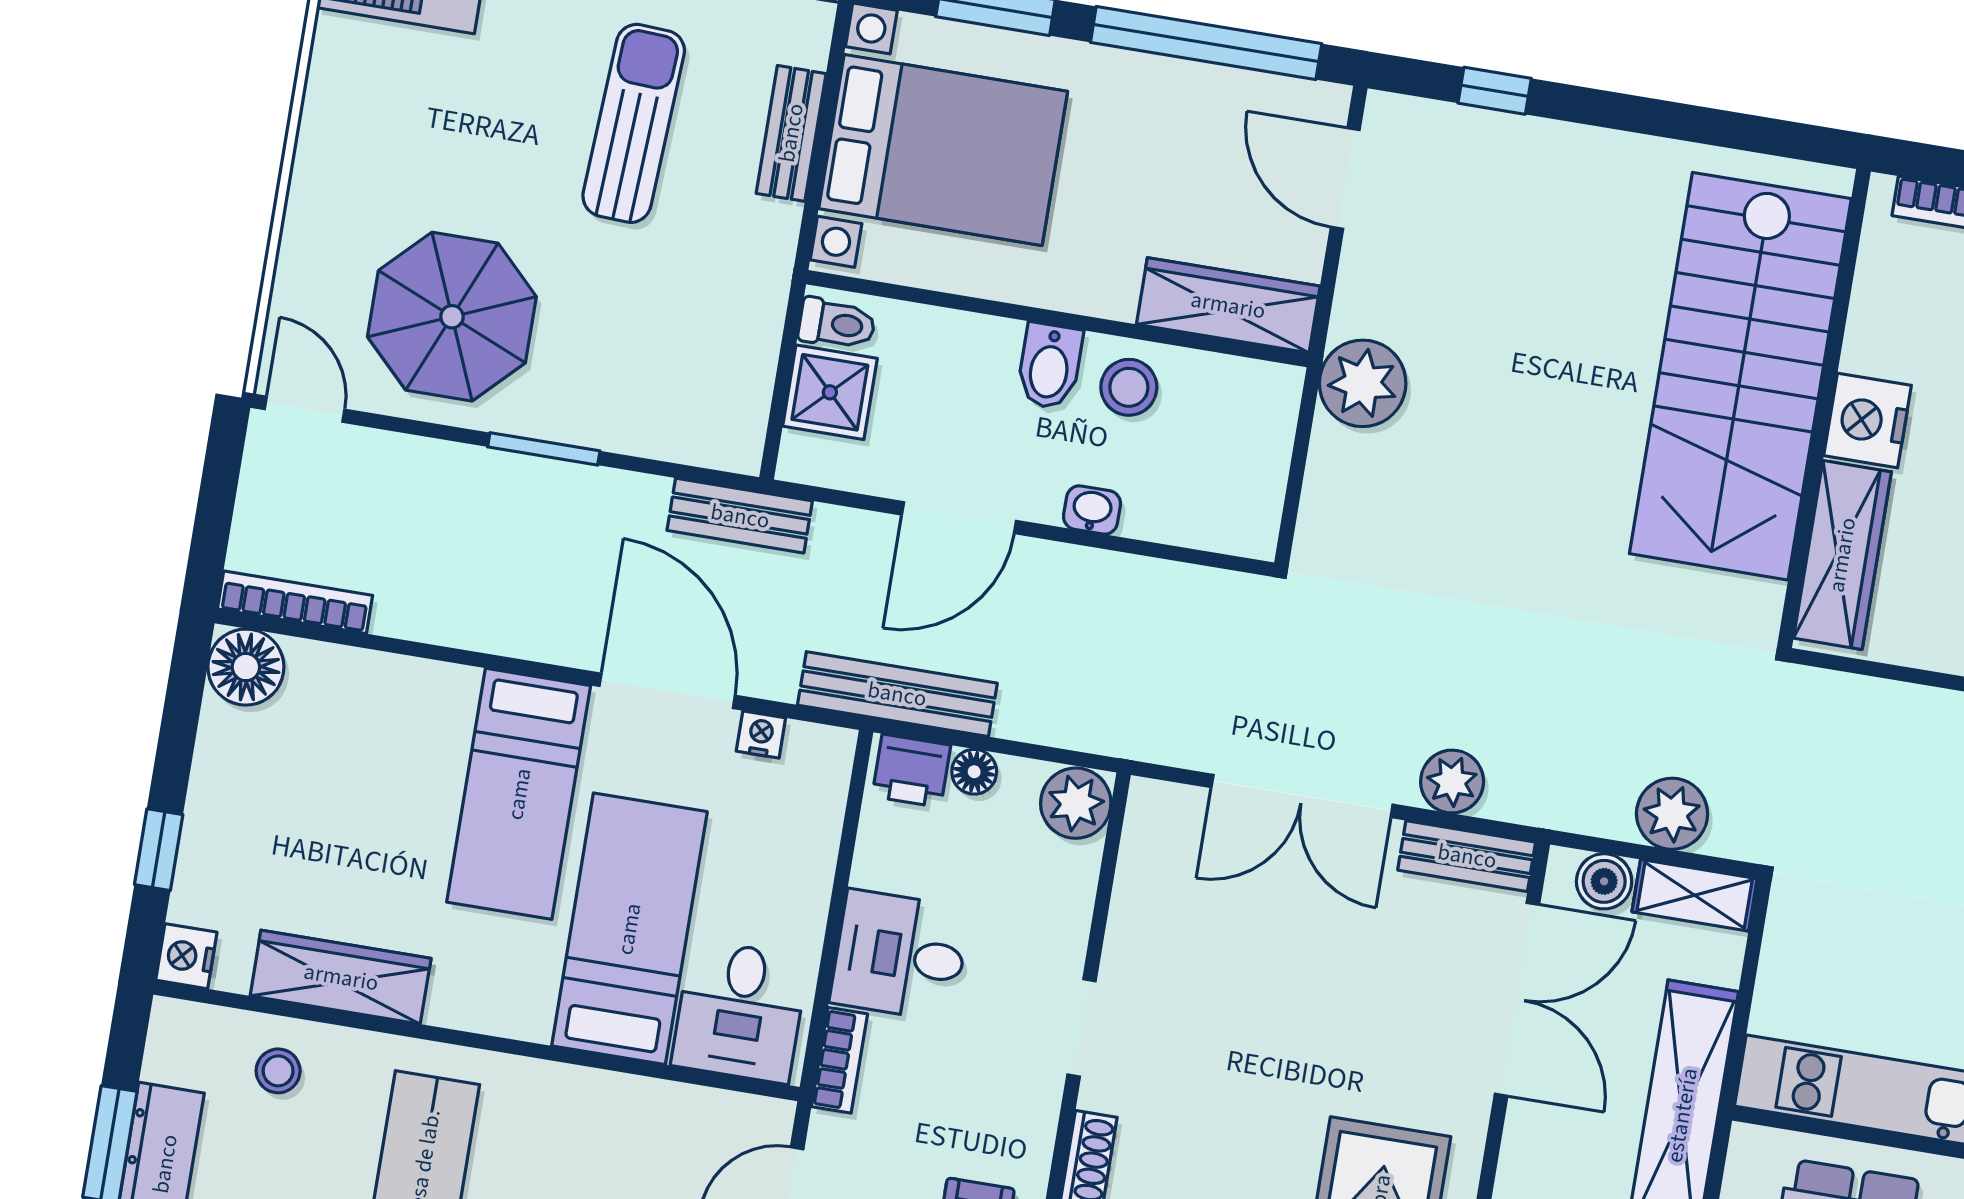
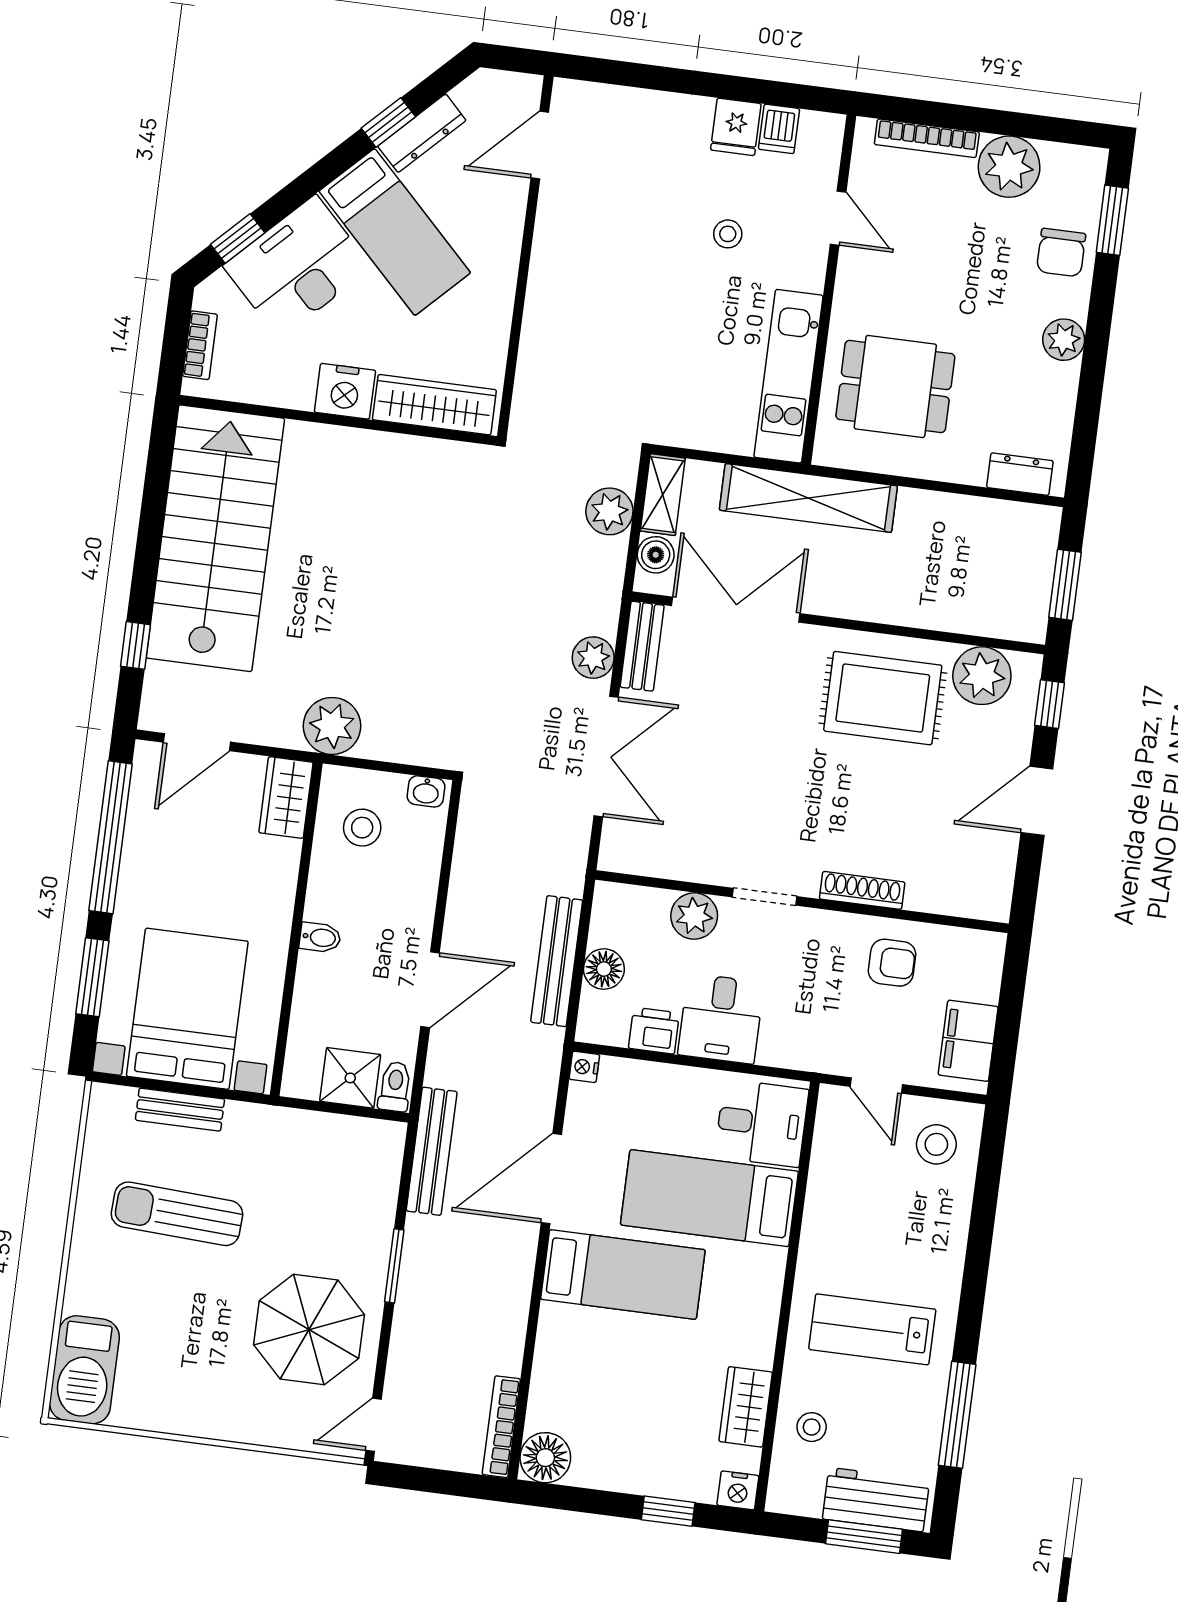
wardrobe: (1228, 305) -> (286, 797), width x0.67
toilet: (837, 324) -> (395, 1087), moved
bidet: (1050, 366) -> (320, 937), width x0.72, depth x0.74
stairs: (1740, 376) -> (215, 538), moved, turned -90
stool: (1129, 387) -> (362, 828), moved
washbasin: (1092, 510) -> (426, 791), moved, turned -90
bench: (740, 516) -> (432, 1151), width x1.36
door: (959, 518) -> (430, 990), hinge flipped
bench: (897, 694) -> (557, 961), moved
nightstand: (761, 735) -> (584, 1067), moved
printer: (911, 771) -> (654, 1031), moved, turned -90
floor lamp: (974, 772) -> (604, 969), width x1.37, depth x1.37
plant: (1076, 803) -> (694, 916), moved
wardrobe: (341, 977) -> (746, 1407), width x0.67
bookcase: (839, 1060) -> (792, 1056), removed

